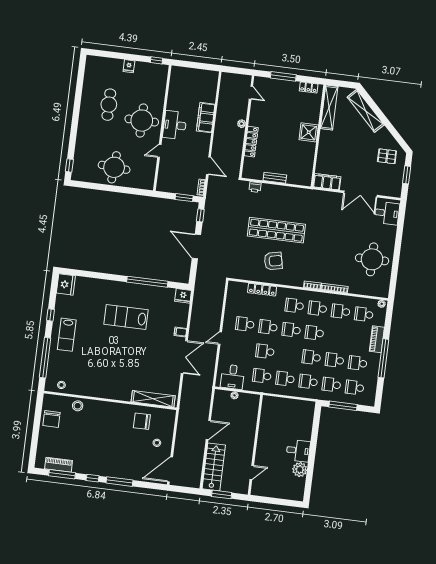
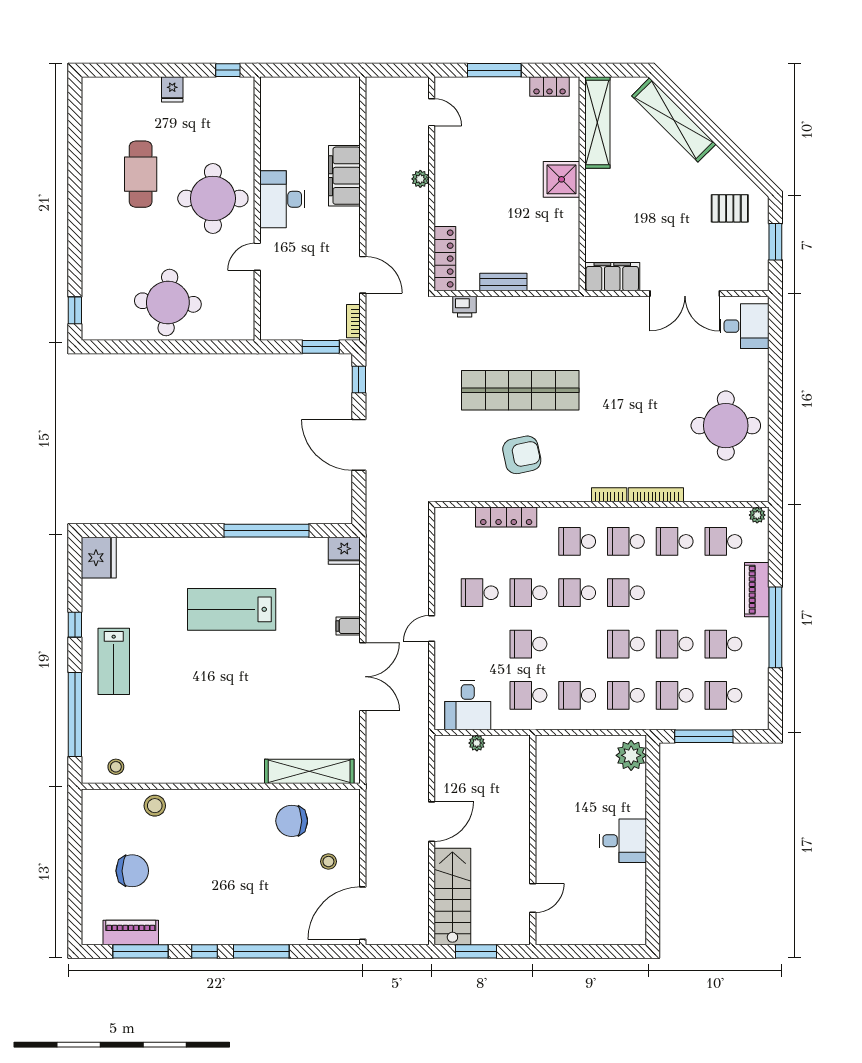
locker: (251, 142) -> (445, 259), moved
chair: (52, 419) -> (132, 871), moved, turned -90
plant: (300, 470) -> (631, 755), moved

